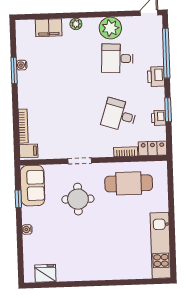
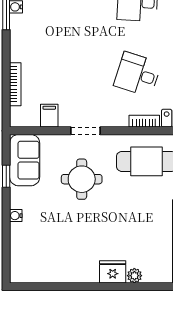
filing cabinet: (29, 151) -> (49, 116), moved, turned -90
fridge: (45, 273) -> (113, 272), moved
plant: (122, 274) -> (134, 276), added

